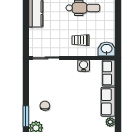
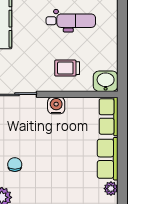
water cooler: (84, 66) -> (56, 105), moved

